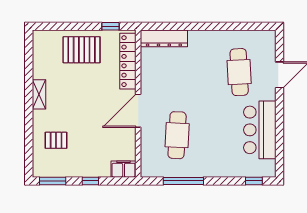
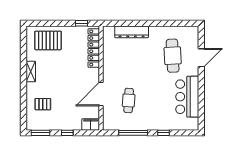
dresser: (164, 38) -> (132, 32), moved
pallet: (82, 50) -> (48, 40), moved
door: (138, 111) -> (101, 94), moved
cafe table: (177, 135) -> (129, 100), width x0.73, depth x0.74
window: (254, 181) -> (164, 133), moved

